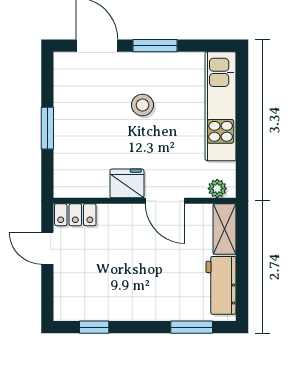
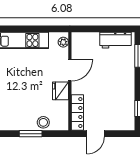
stool: (142, 105) -> (43, 122), moved
locker: (75, 215) -> (77, 113), width x1.53
shelving: (225, 229) -> (85, 38), removed

